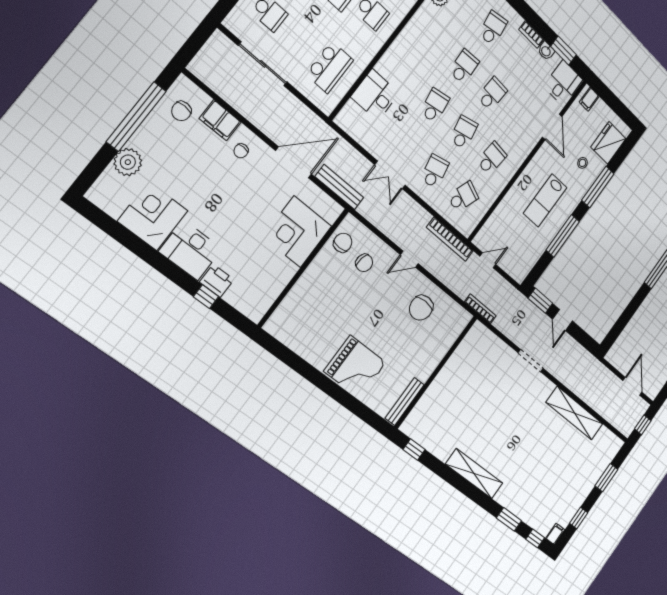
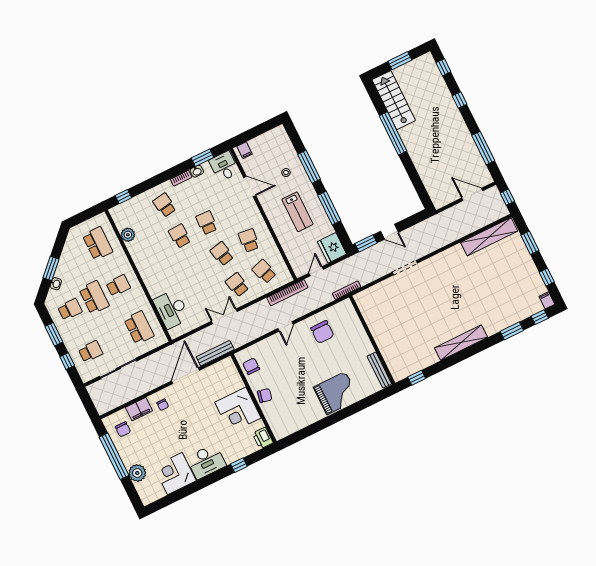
desk: (375, 95) -> (172, 309), width x1.37
school desk: (435, 105) -> (195, 267), removed
fridge: (608, 143) -> (332, 248), moved
double door: (390, 175) -> (224, 316), swing flipped
school desk: (463, 197) -> (264, 271), turned -39
corner desk: (297, 232) -> (238, 410), moved
chair: (364, 263) -> (265, 396), moved
printer: (217, 281) -> (263, 438), moved, turned -90
shelving: (575, 413) -> (489, 237), moved

